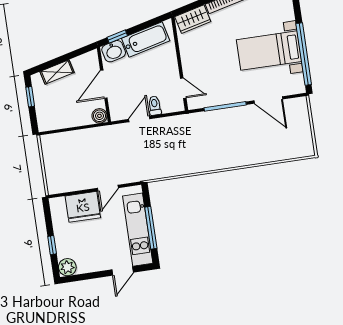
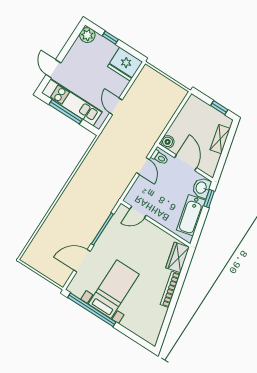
toilet: (155, 106) -> (160, 157), moved
fridge: (83, 207) -> (125, 64), moved, turned -90

